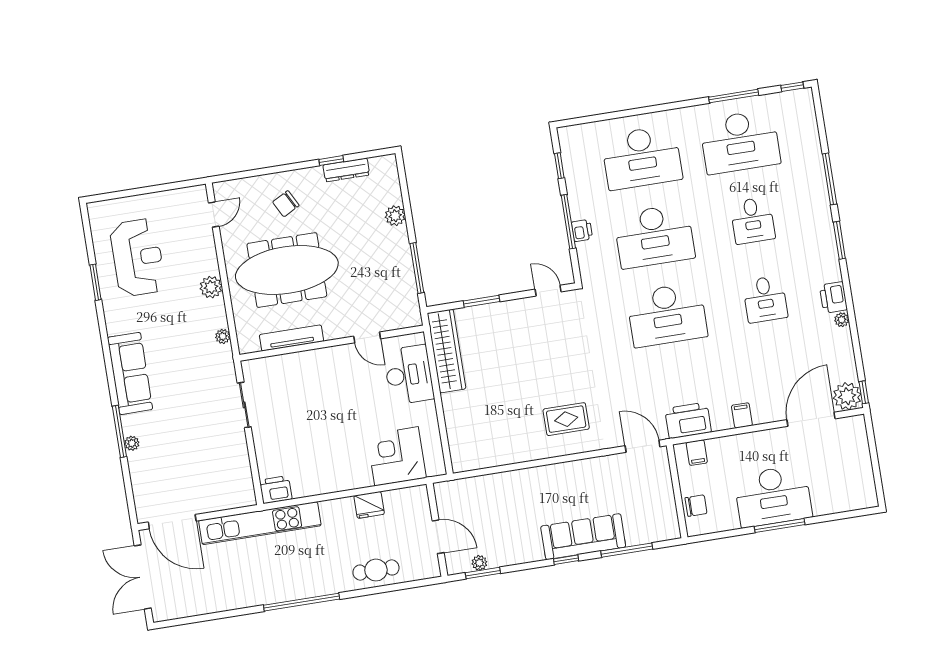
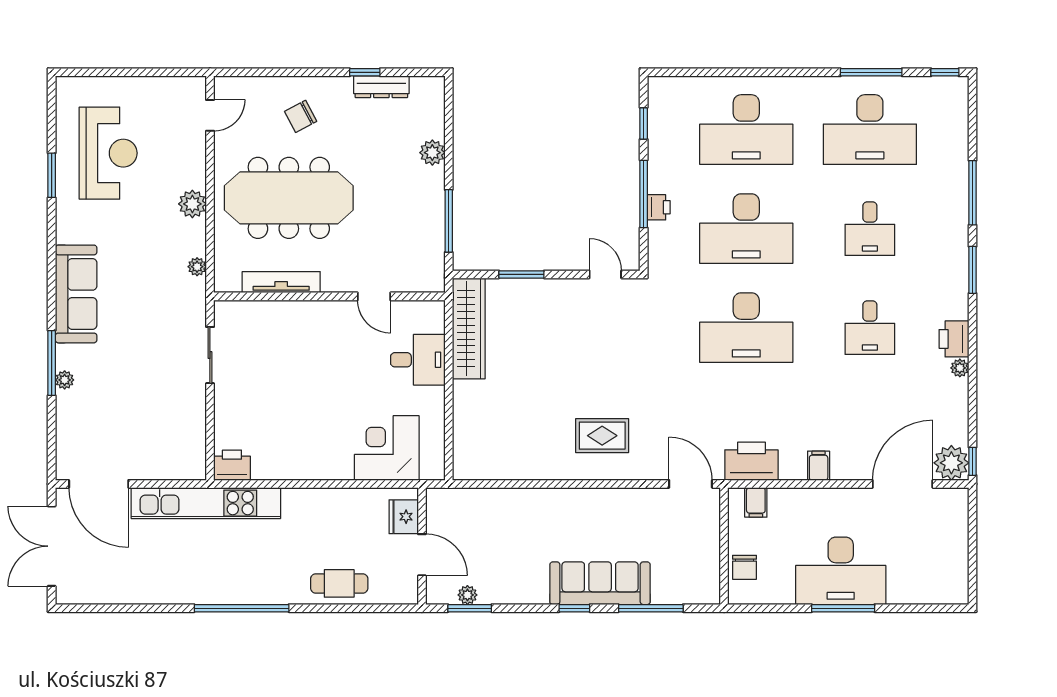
desk: (409, 375) -> (418, 360), width x0.73
fridge: (369, 505) -> (404, 517), moved, turned 90
chair: (696, 506) -> (744, 567), turned 90

